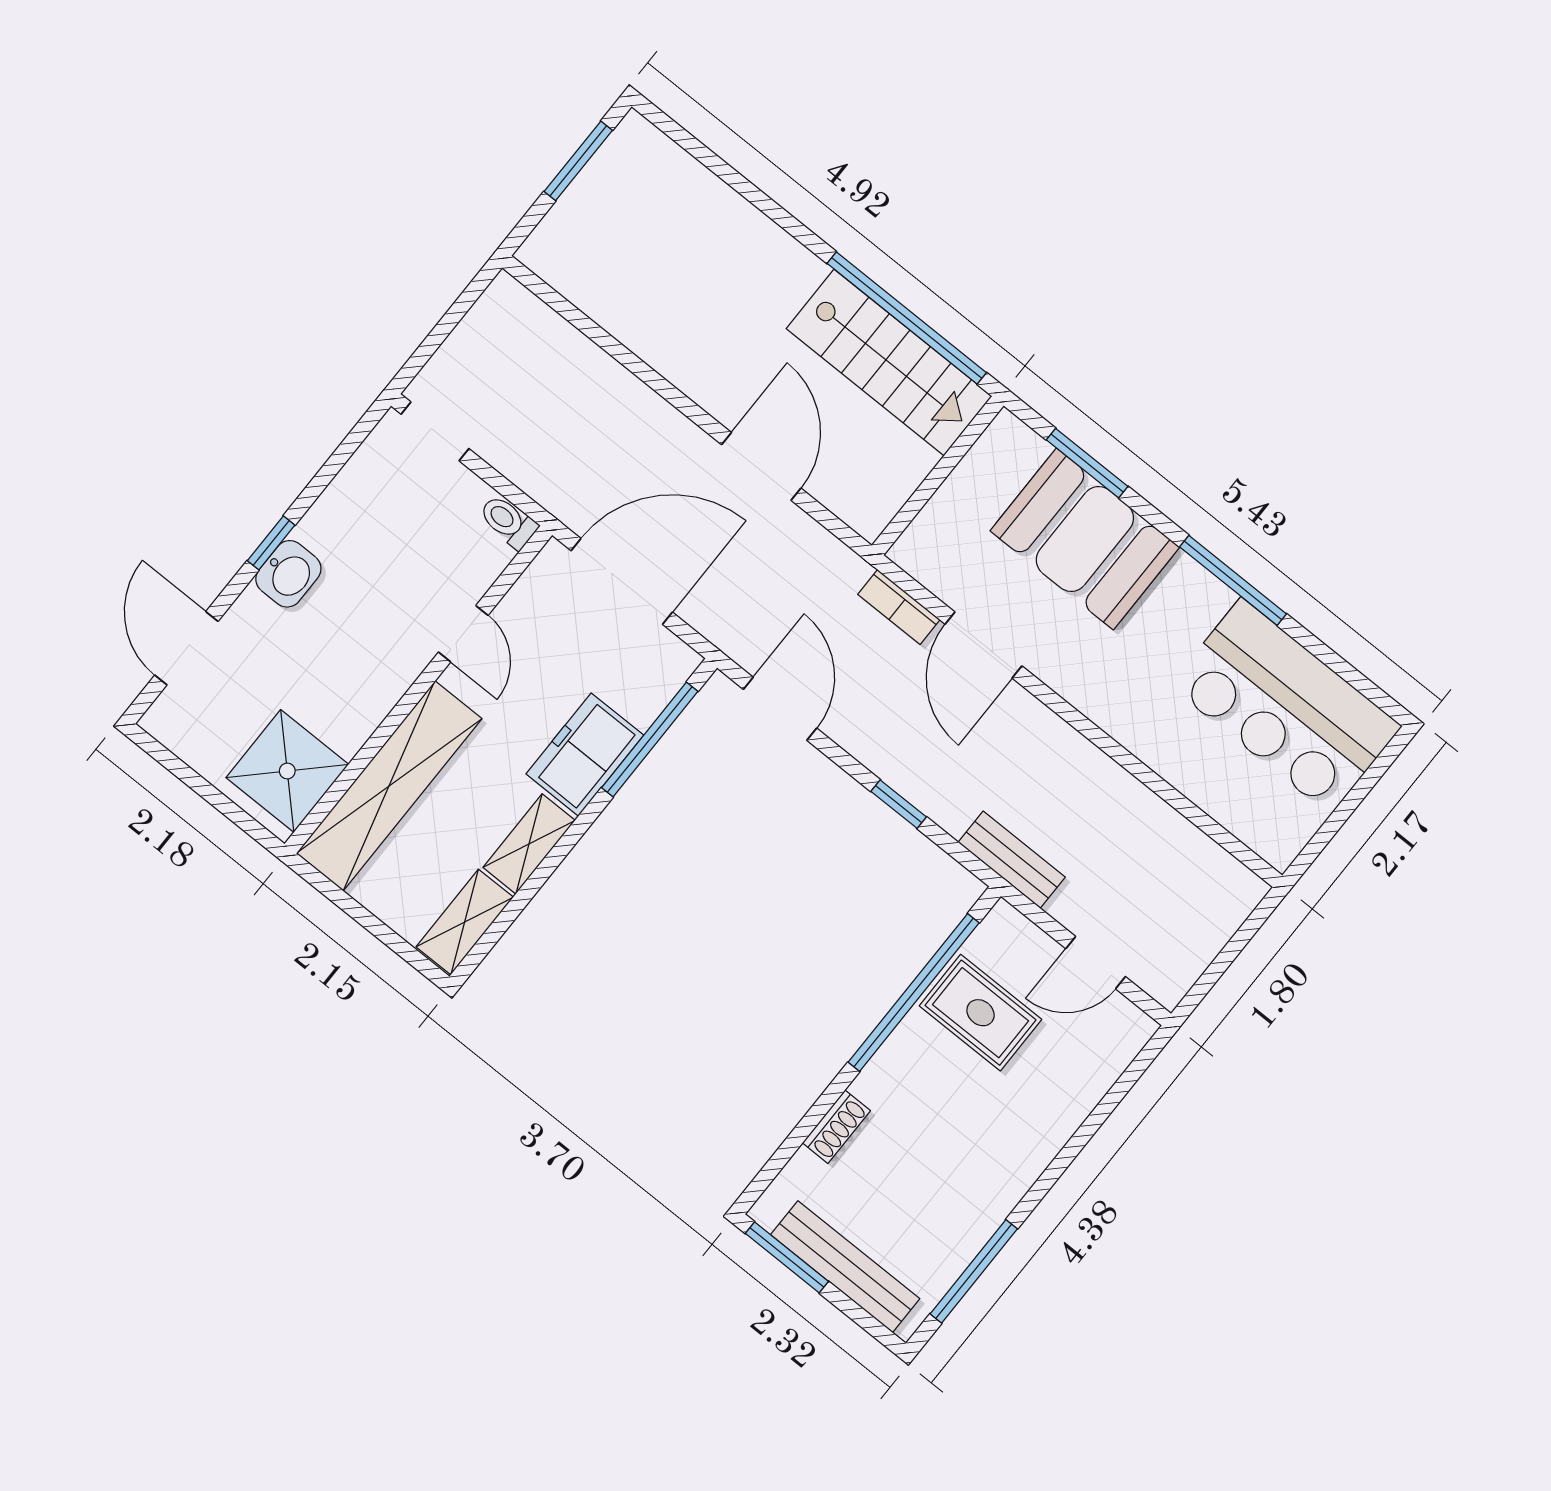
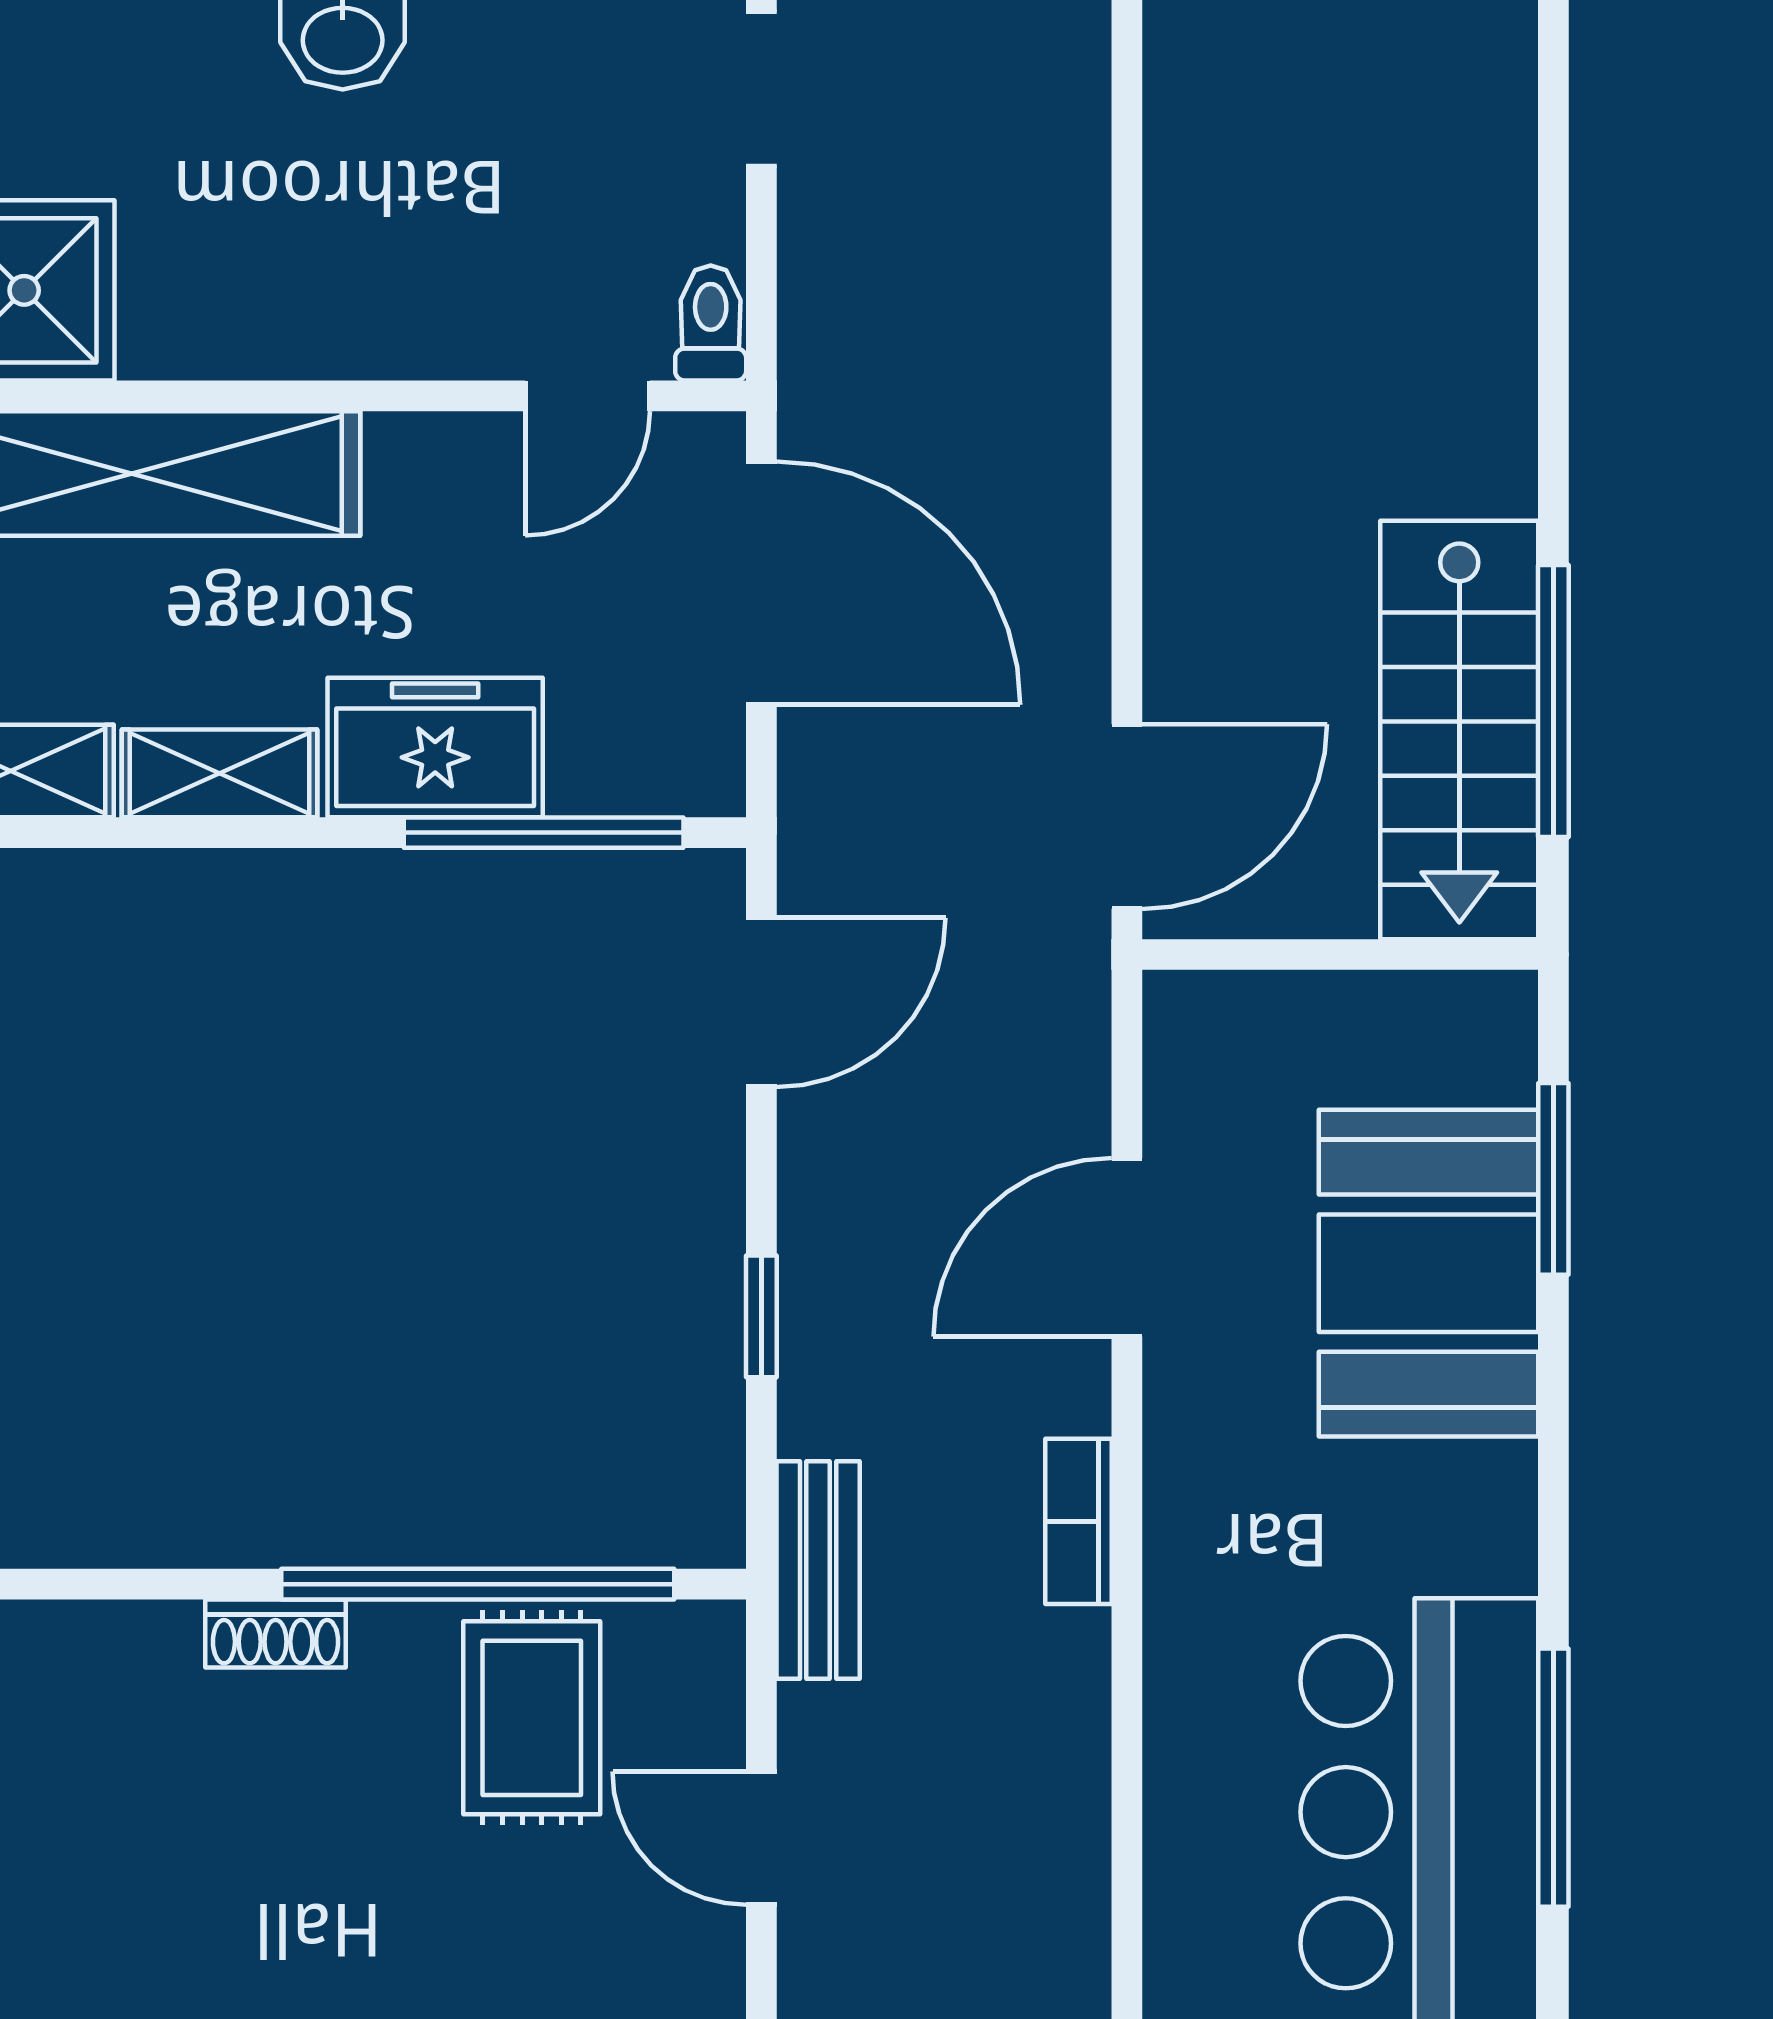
window: (907, 318) -> (1553, 701), width x0.68
door: (761, 466) -> (1127, 817), moved
window: (1233, 580) -> (1553, 1778), moved
bookcase: (899, 607) -> (1079, 1521), moved
door: (463, 634) -> (588, 396), moved
shoe rack: (836, 1127) -> (276, 1633), moved

